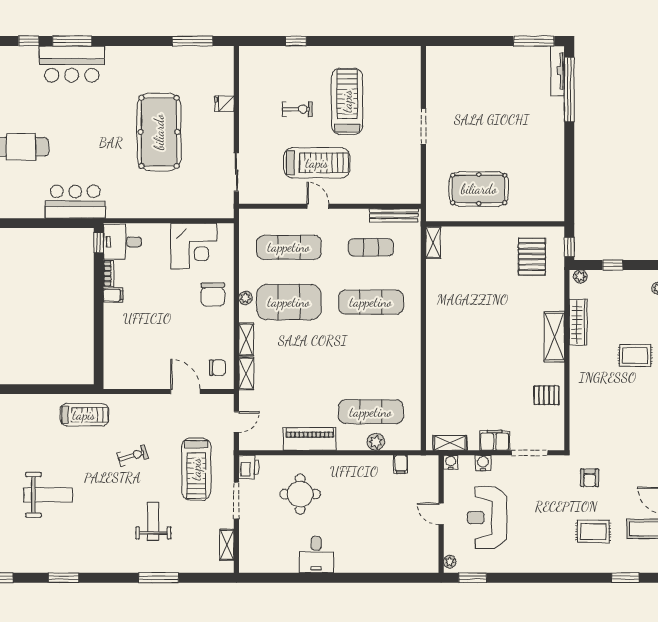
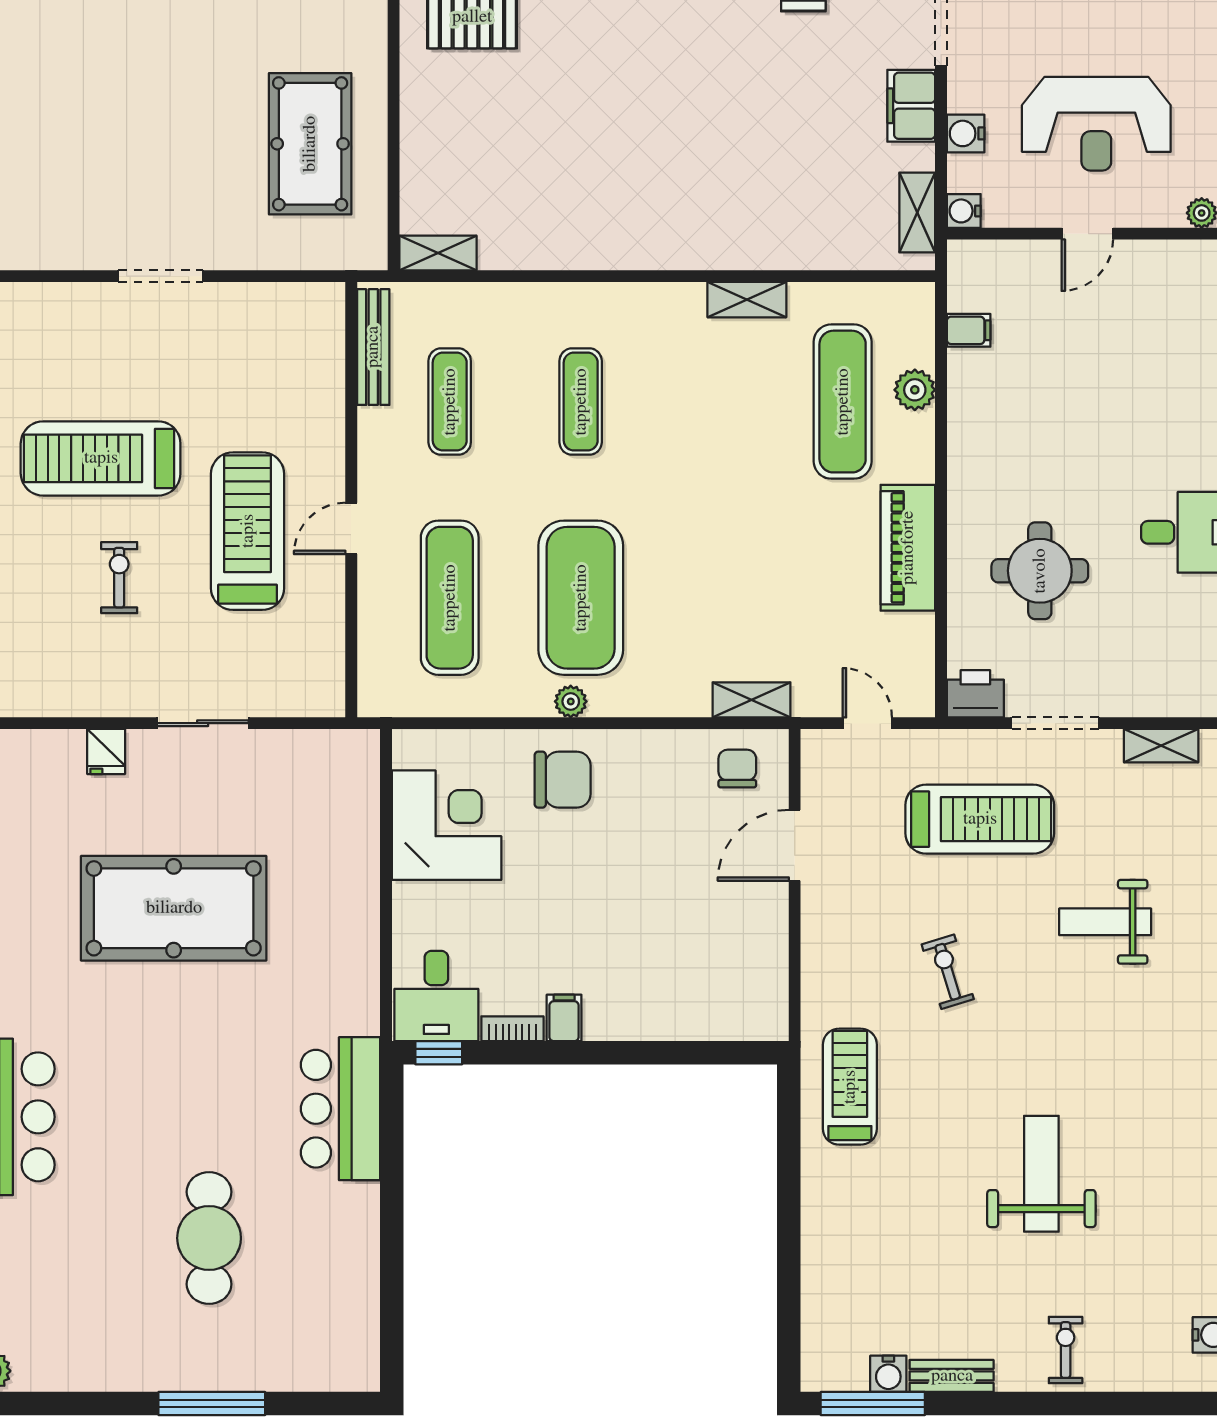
sliding door: (236, 172) -> (203, 723), moved
exercise mat: (371, 302) -> (581, 402), width x0.73, depth x0.69
shelving: (246, 339) -> (747, 300), moved

